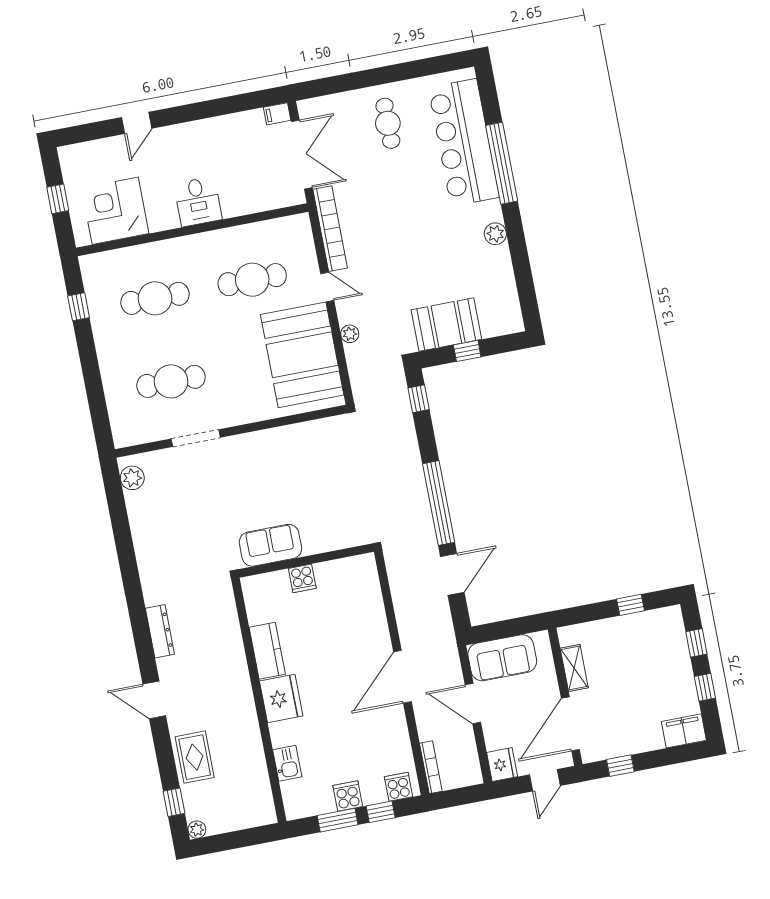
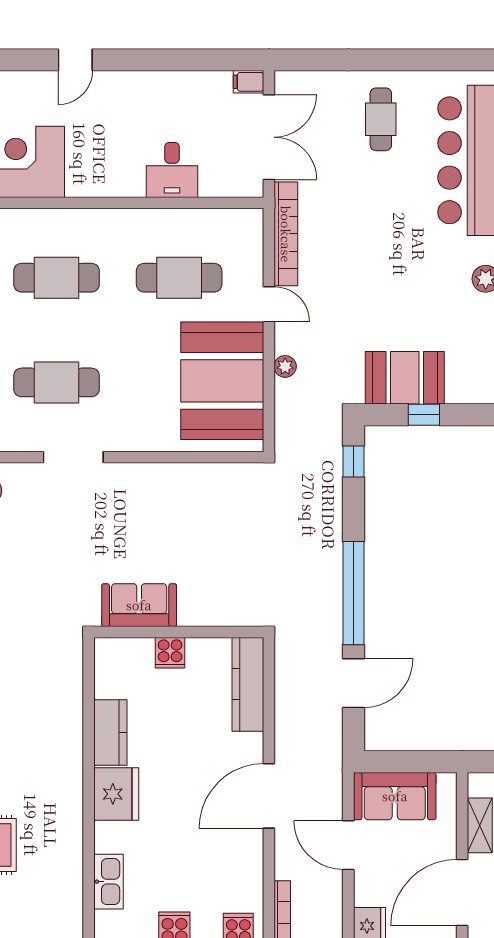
desk: (198, 202) -> (172, 170), moved
kitchen counter: (369, 591) -> (248, 684), added
kitchen sink: (287, 763) -> (109, 882), width x1.38

